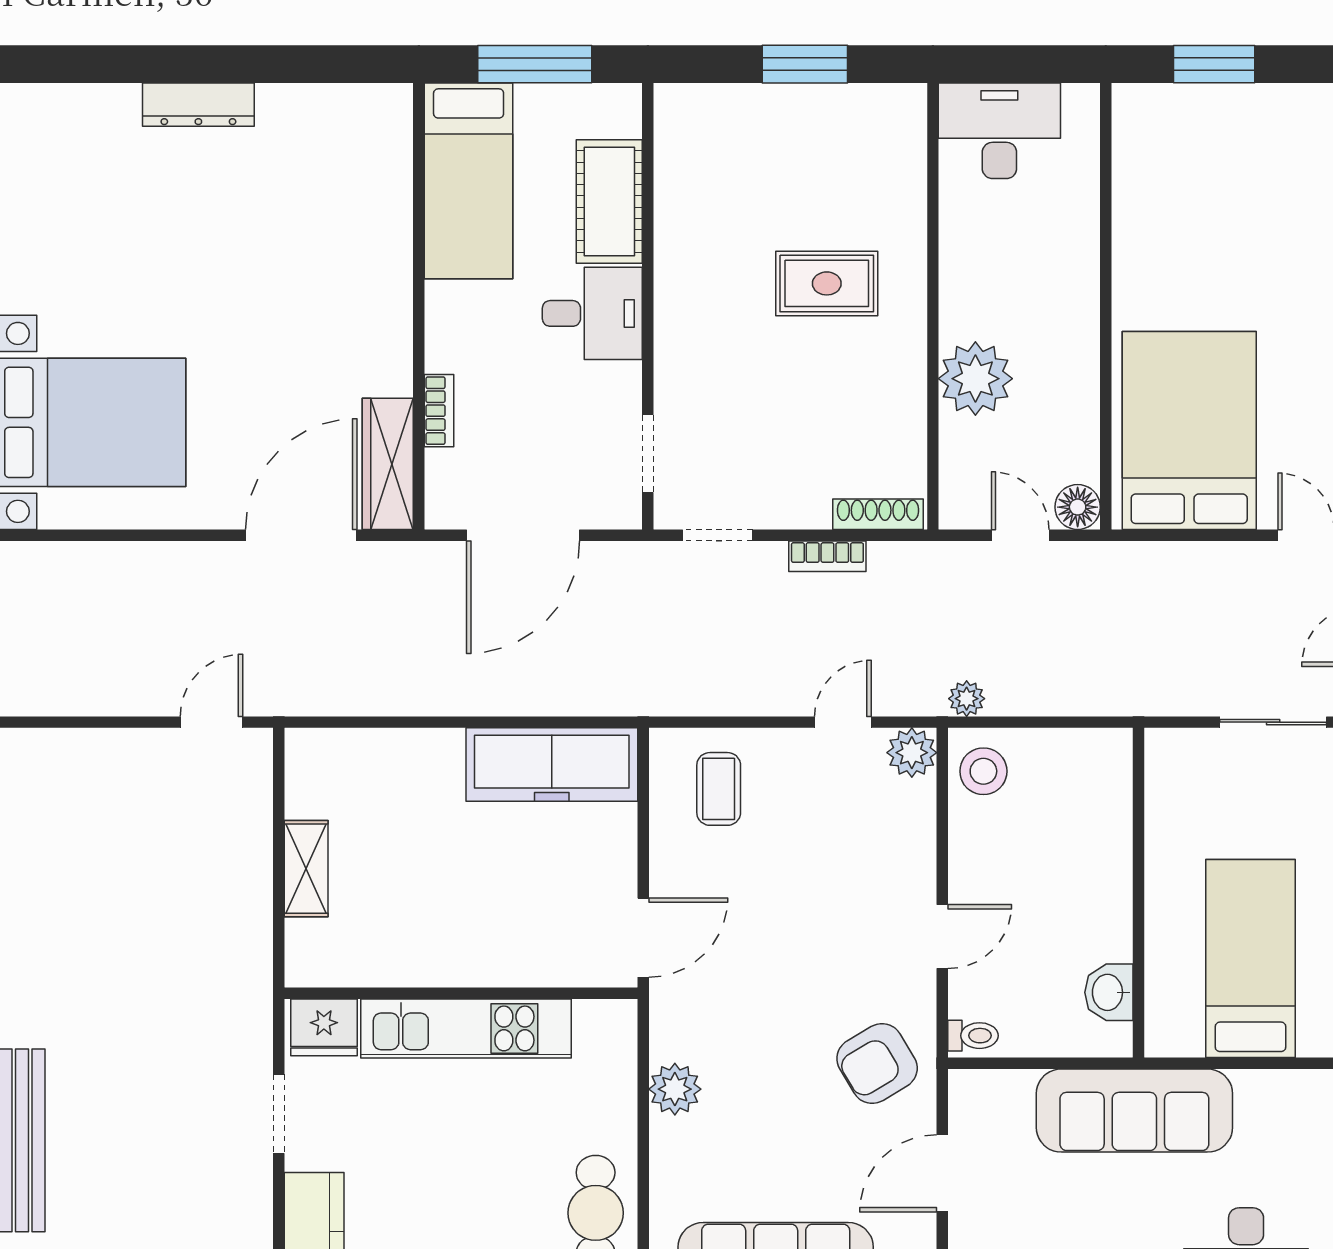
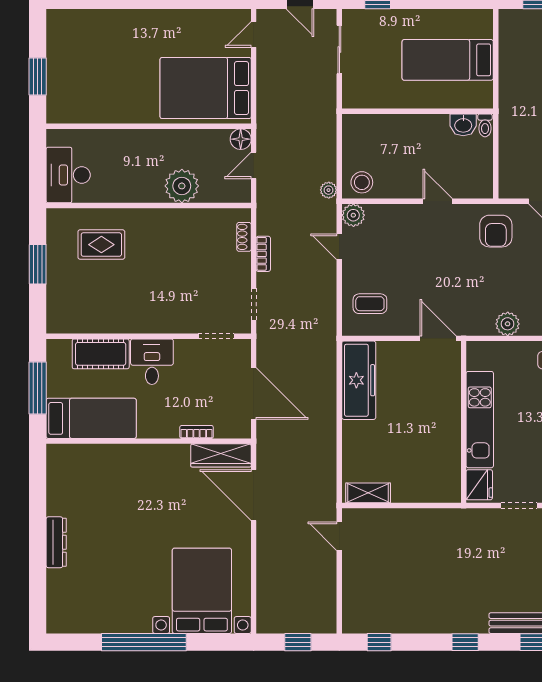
rug: (827, 283) -> (101, 245), moved, turned 90
shoe rack: (878, 514) -> (244, 237), width x0.70
shelving: (306, 869) -> (368, 493), moved
toilet: (973, 1036) -> (485, 125), moved, turned 180
armchair: (877, 1064) -> (496, 231), turned 31
sofa: (1134, 1111) -> (517, 113), removed

